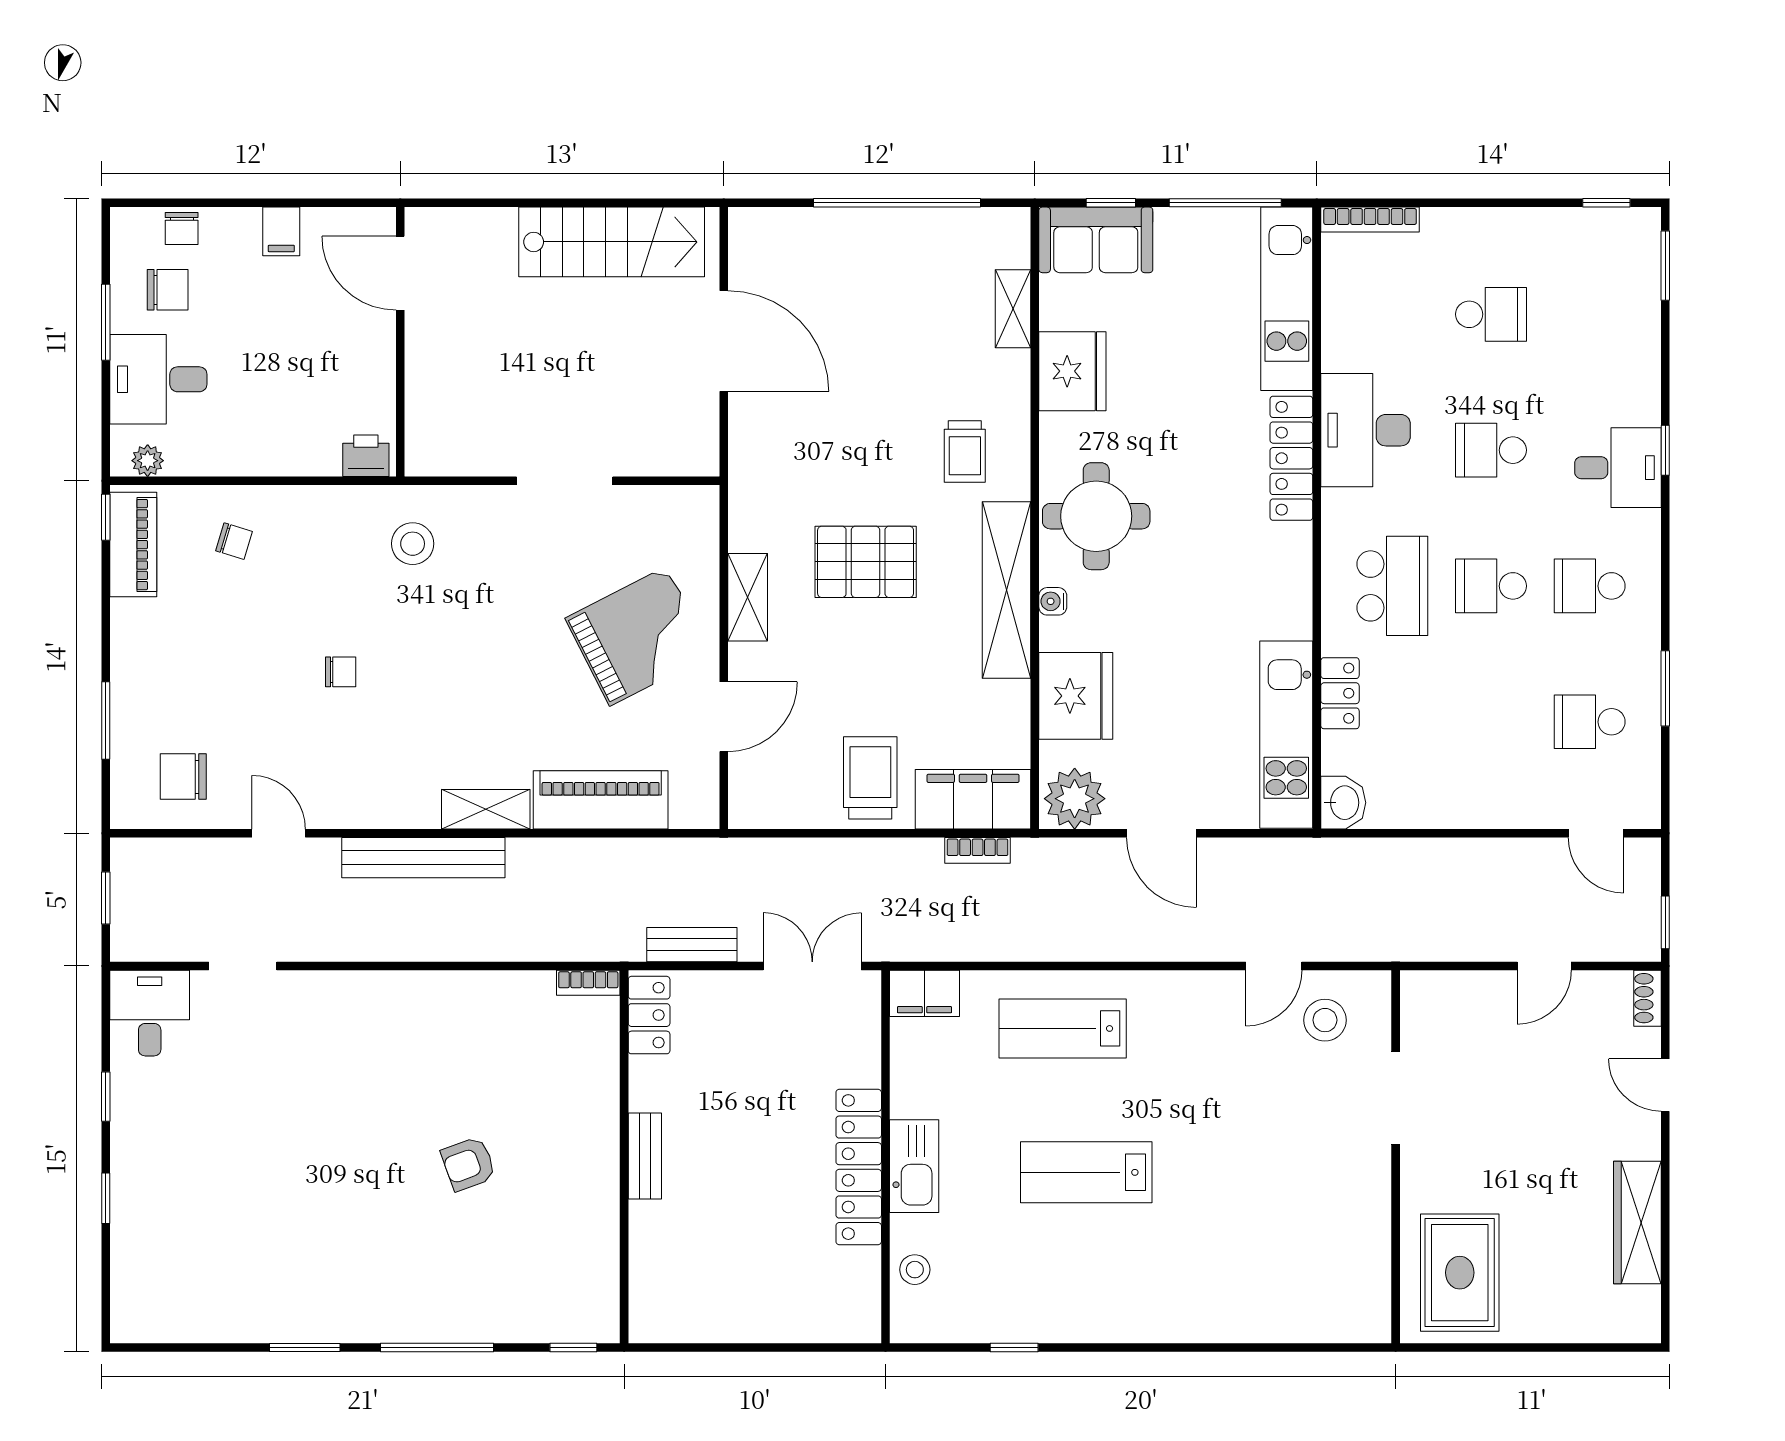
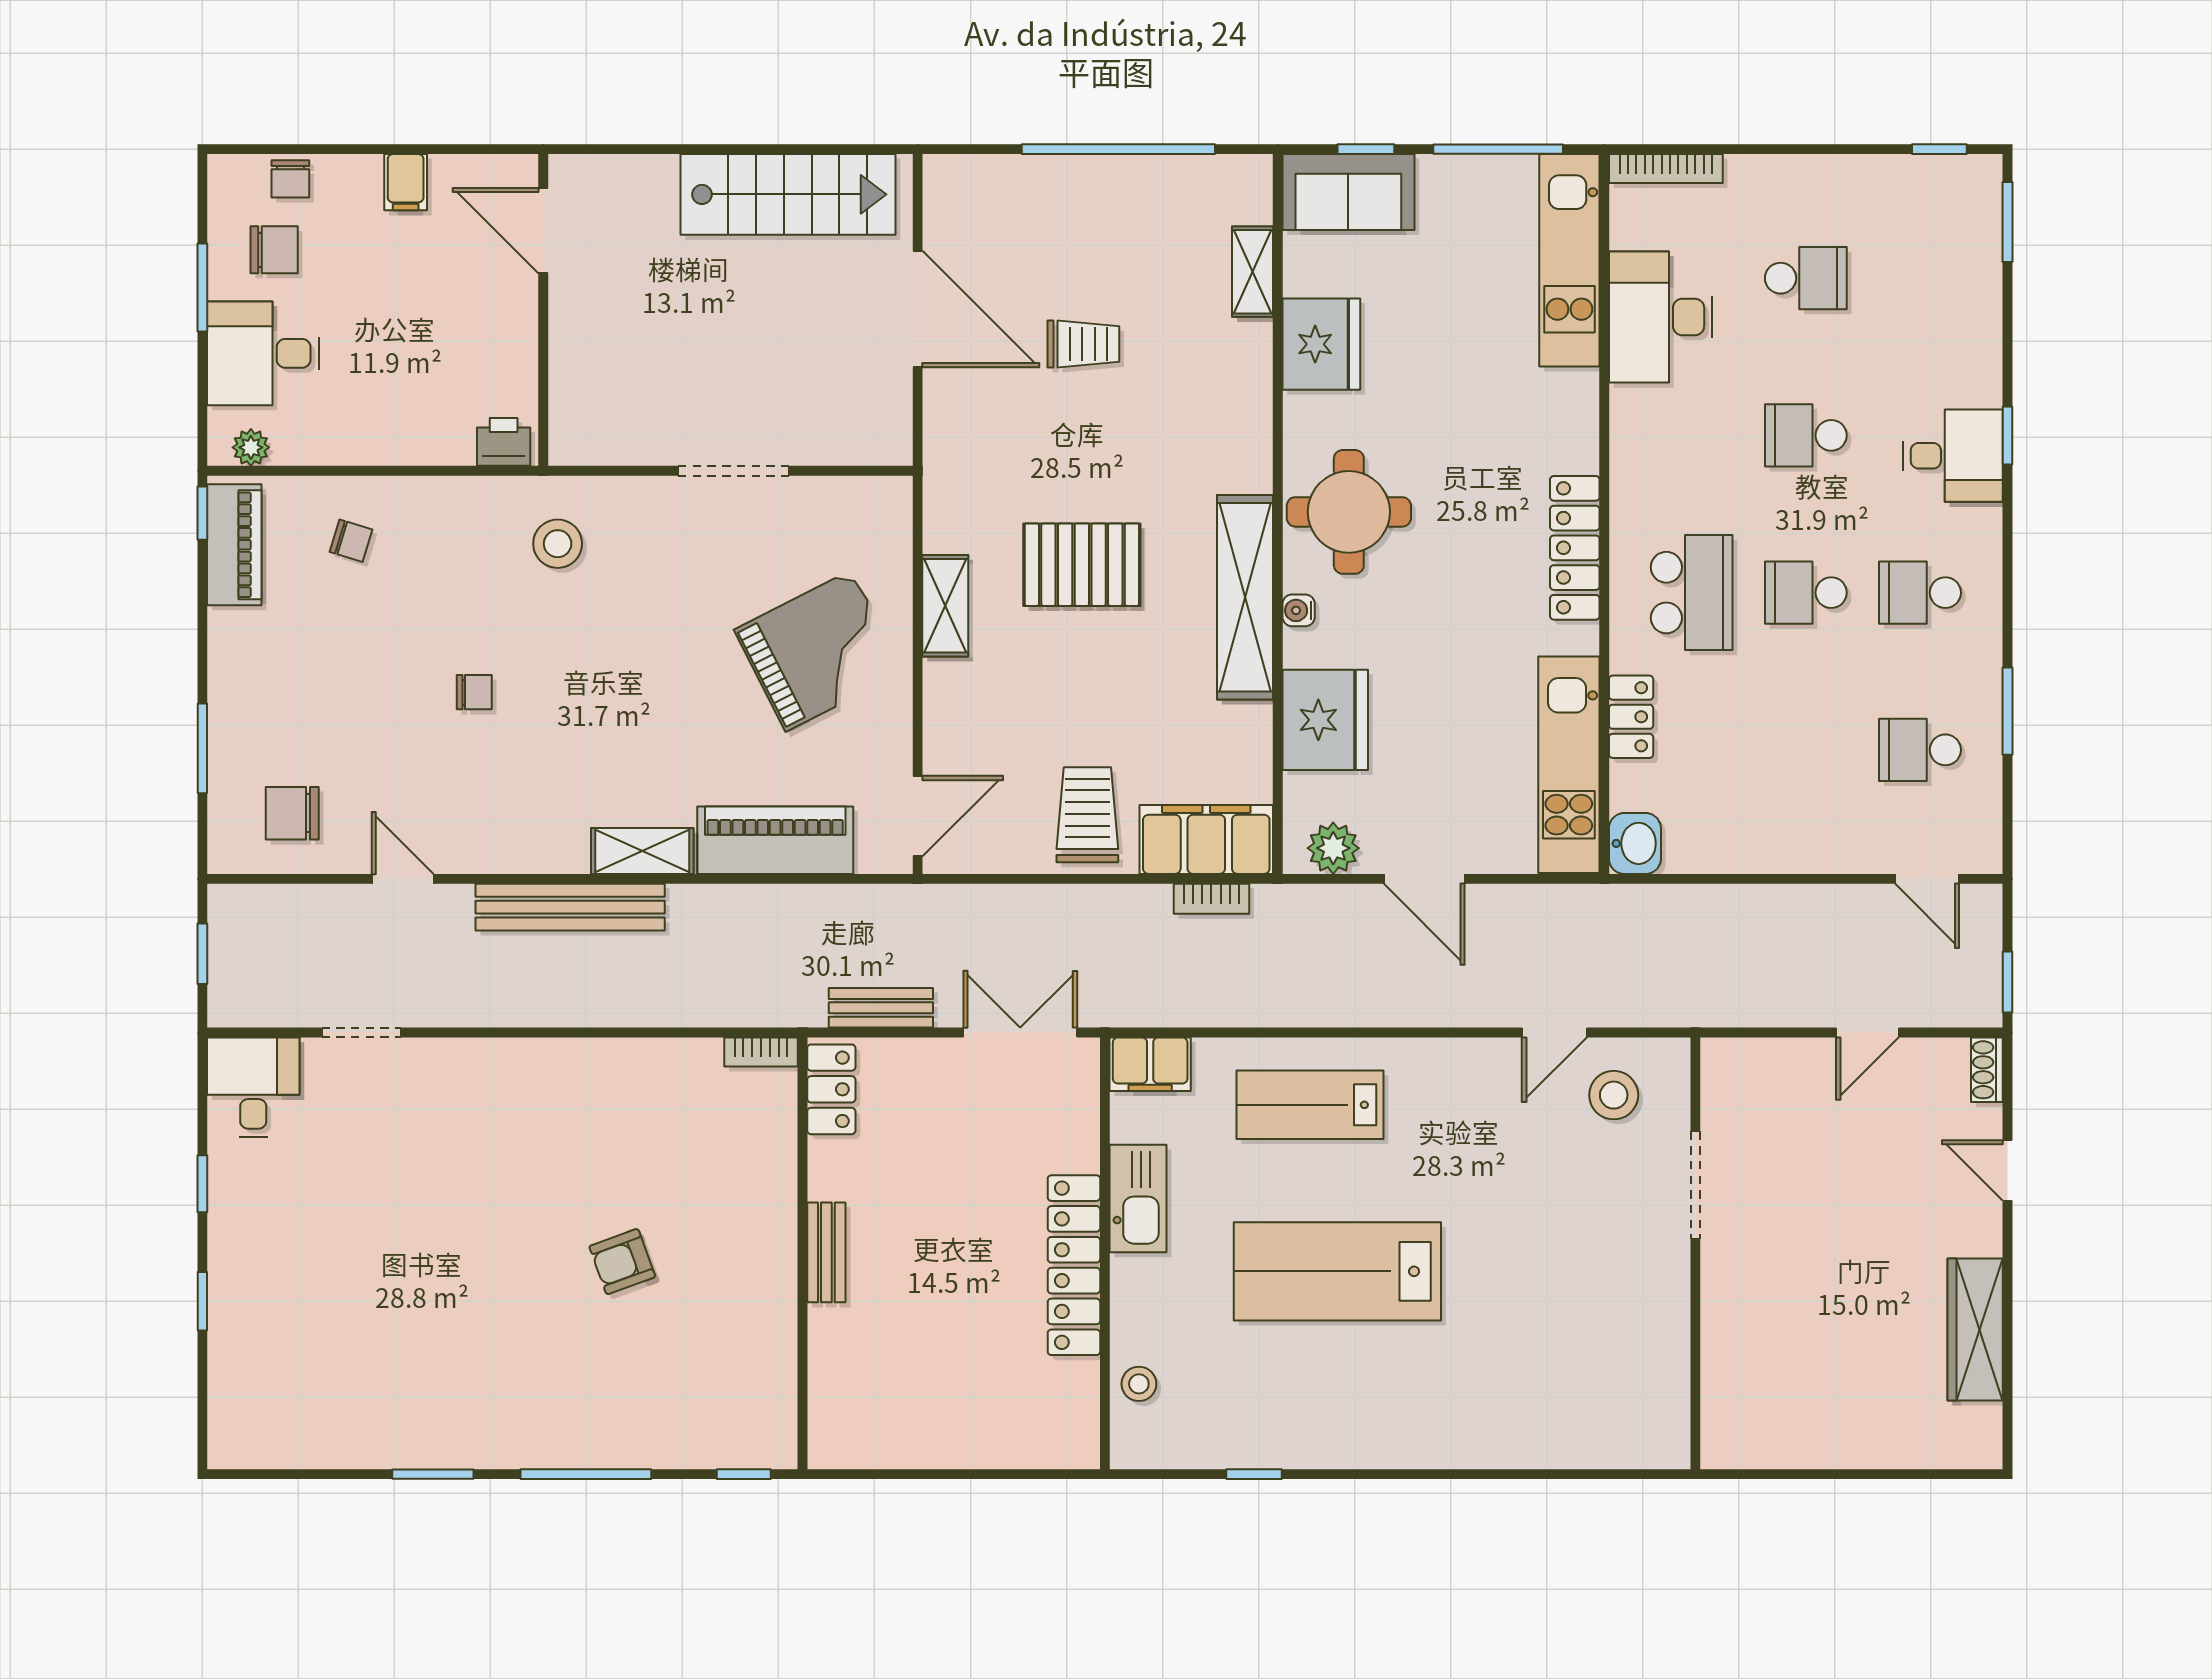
desk: (1366, 430) -> (1661, 317), moved
trolley: (965, 451) -> (1083, 344), moved, turned -90
locker: (1291, 458) -> (1575, 548), moved
door: (724, 717) -> (918, 816), moved
plant: (1075, 799) -> (1333, 848), width x0.73, depth x0.73
kitchen sink: (914, 1166) -> (1138, 1199), moved
lab bench: (1086, 1172) -> (1337, 1271), width x1.36, depth x1.39
rug: (1460, 1273) -> (1770, 1387), removed

